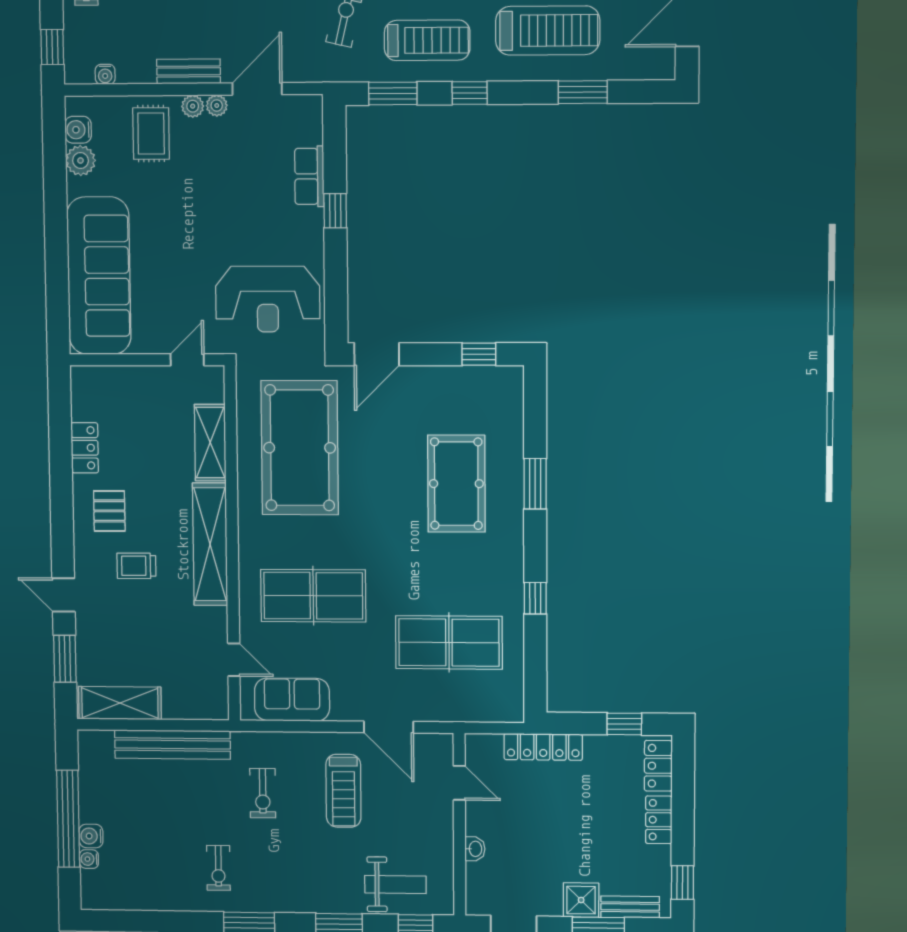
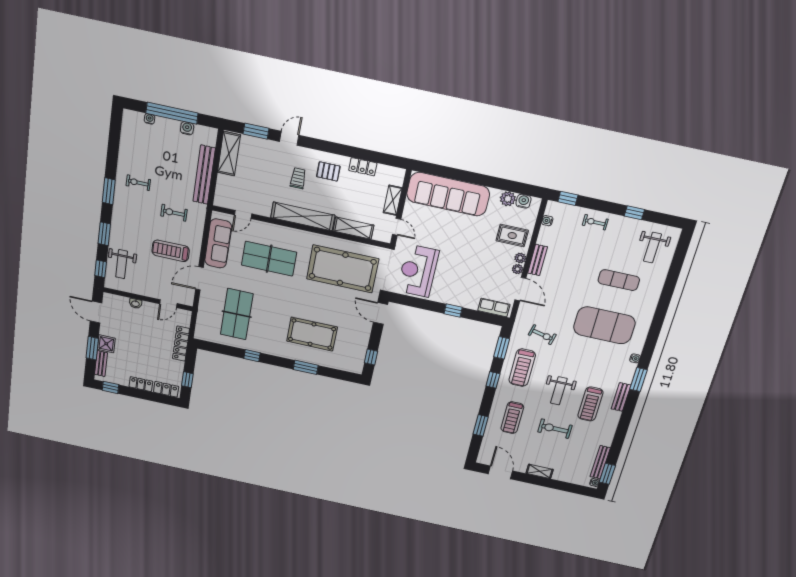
treadmill: (548, 31) -> (512, 418), width x0.73, depth x0.73
row of seats: (309, 176) -> (494, 308), moved
shelving: (136, 378) -> (393, 200), added
table tennis table: (313, 596) -> (269, 259), turned 90
sofa: (292, 700) -> (218, 244), width x1.36
water cooler: (91, 836) -> (187, 128), moved

